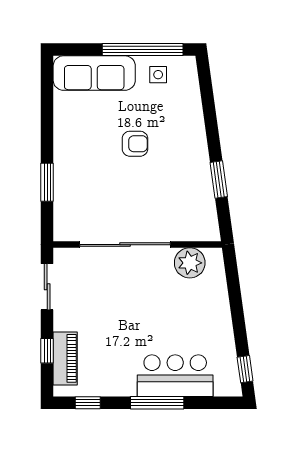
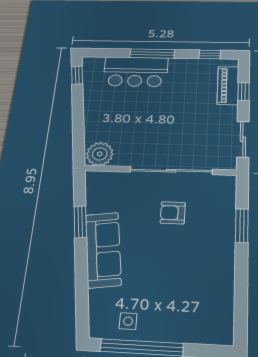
sofa: (94, 73) -> (103, 250), moved, turned 82
armchair: (135, 144) -> (173, 213), moved
plant: (190, 263) -> (100, 154), moved

